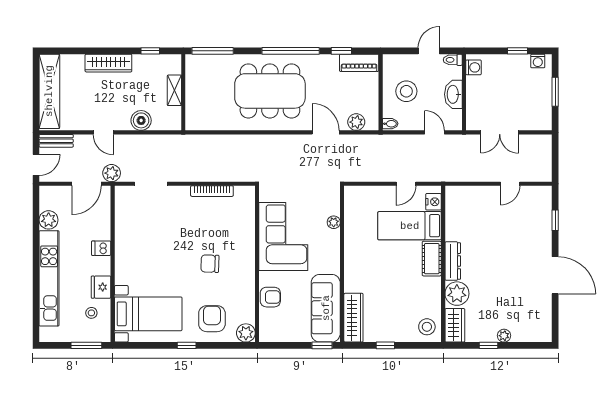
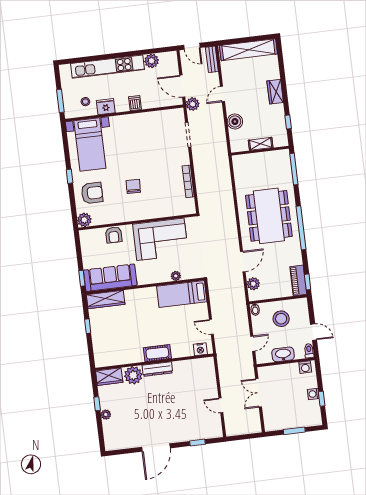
window: (341, 51) -> (308, 282), moved
washing machine: (538, 61) -> (313, 394), moved
wardrobe: (108, 63) -> (275, 92), width x0.67
bed: (410, 226) -> (182, 294), moved, turned -90
stool: (427, 327) -> (106, 356), removed

